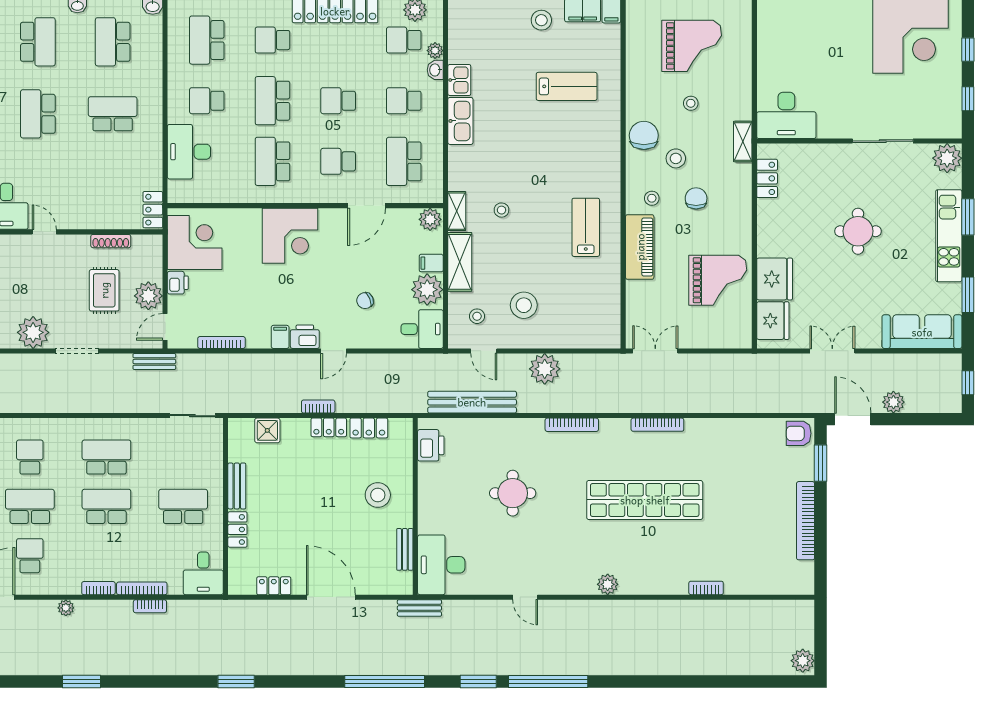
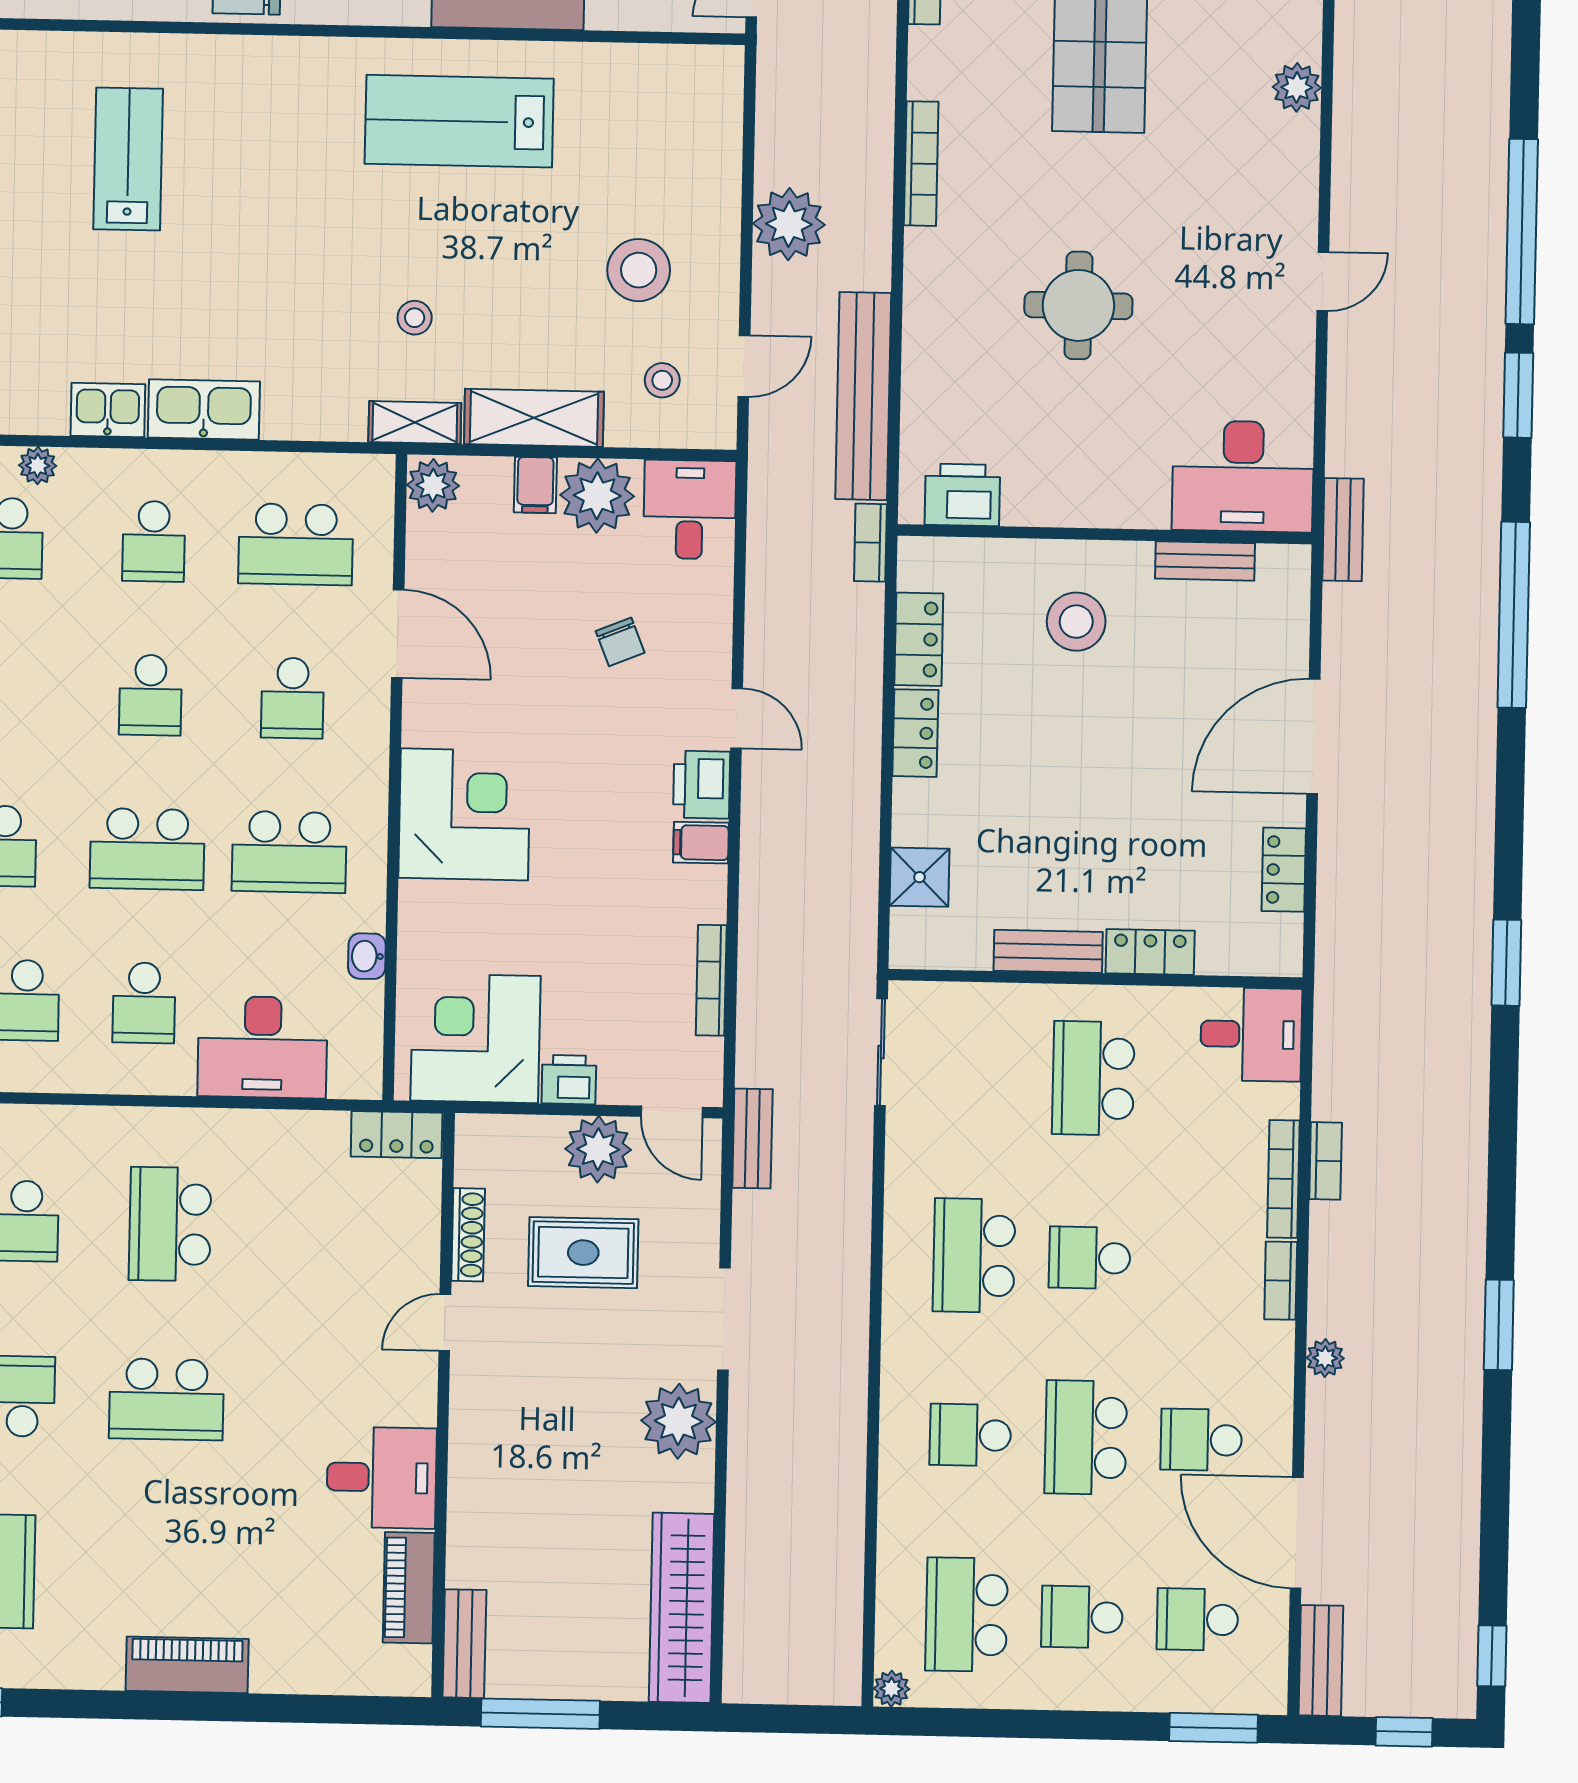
washbasin: (435, 70) -> (367, 956), moved, turned 90
lab bench: (586, 227) -> (459, 121), width x1.36, depth x1.39
door: (44, 232) -> (445, 1323), moved
bookcase: (318, 406) -> (870, 543), moved
school desk: (106, 506) -> (1090, 1258), width x0.54

